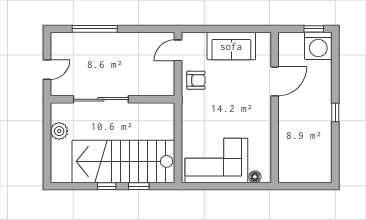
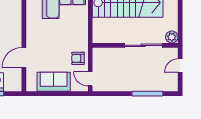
door: (178, 50) -> (90, 79), swing flipped
plant: (59, 131) -> (172, 37), moved

